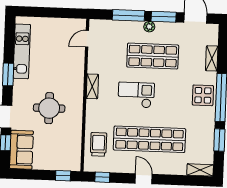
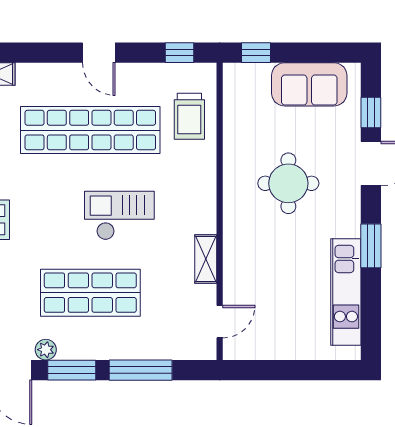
plant: (149, 27) -> (46, 350), moved
shelving: (92, 86) -> (206, 259), moved
checkout: (136, 95) -> (119, 215), turned 180
sofa: (21, 150) -> (309, 84), moved, turned -90

